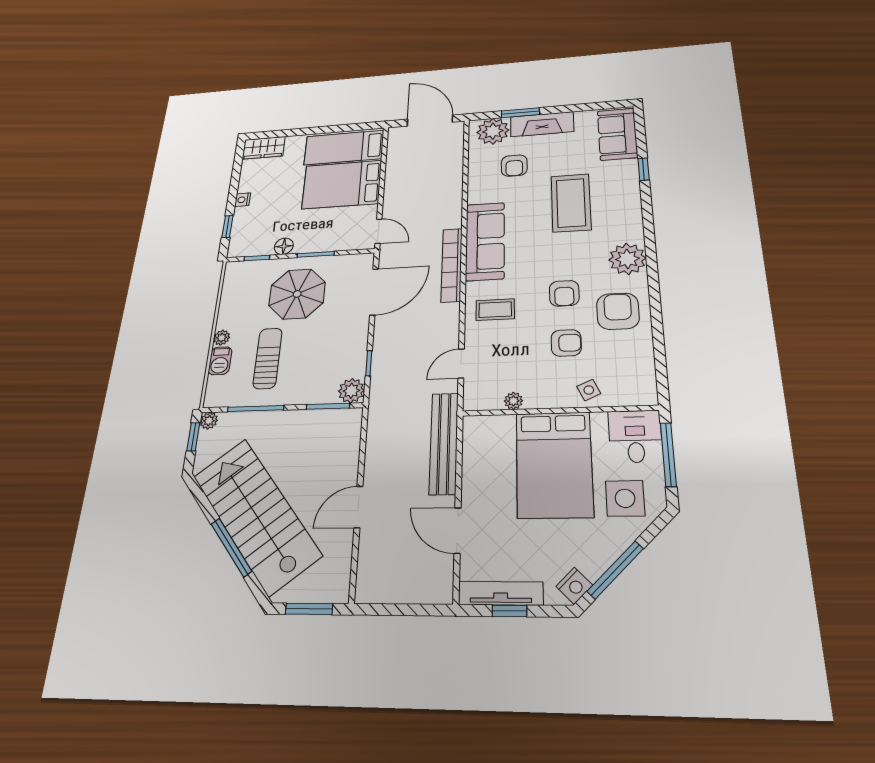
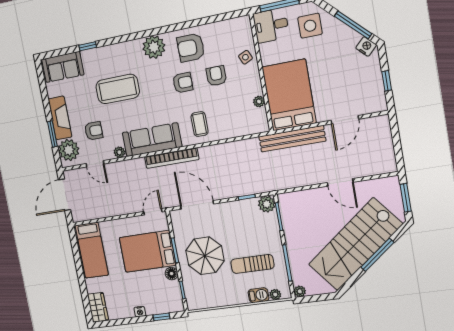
bed: (342, 185) -> (148, 251), moved, turned 90
plant: (476, 196) -> (119, 152), added
plant: (222, 338) -> (275, 295), moved
door: (461, 364) -> (95, 164), moved
window: (193, 437) -> (312, 299), removed
bed: (554, 464) -> (289, 95), moved, turned -90
tv unit: (501, 593) -> (378, 88), removed

